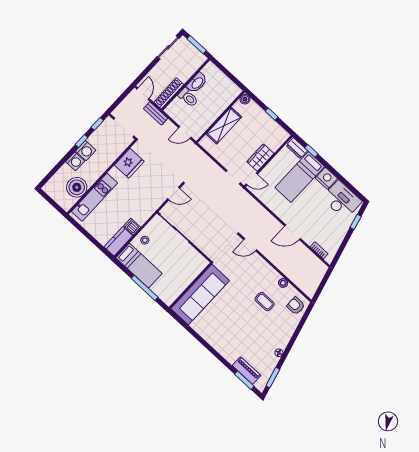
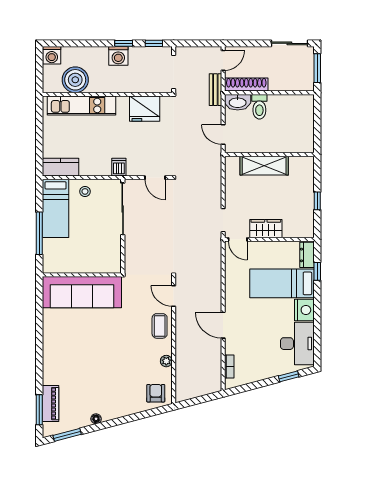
washbasin: (197, 83) -> (238, 102), moved
boiler: (245, 99) -> (308, 162), removed
washing machine: (75, 161) -> (52, 55), moved
dishwasher: (132, 227) -> (119, 167), moved
coffee table: (265, 302) -> (160, 326), moved

